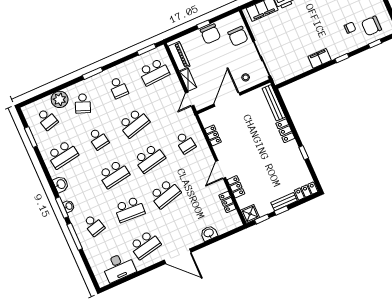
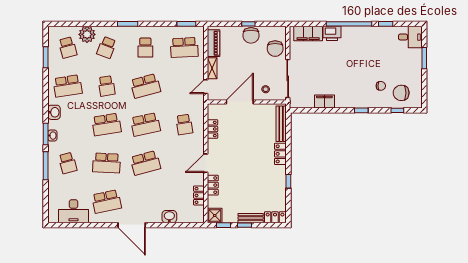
filing cabinet: (320, 58) -> (324, 102), moved

